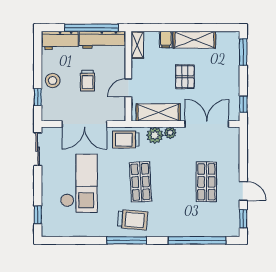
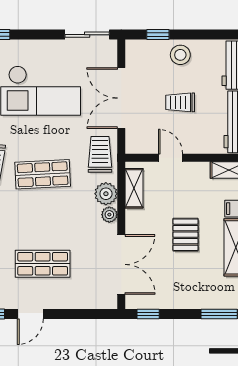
pallet: (185, 77) -> (186, 235), turned 90
shelving: (158, 112) -> (134, 188), width x0.67, depth x0.75

